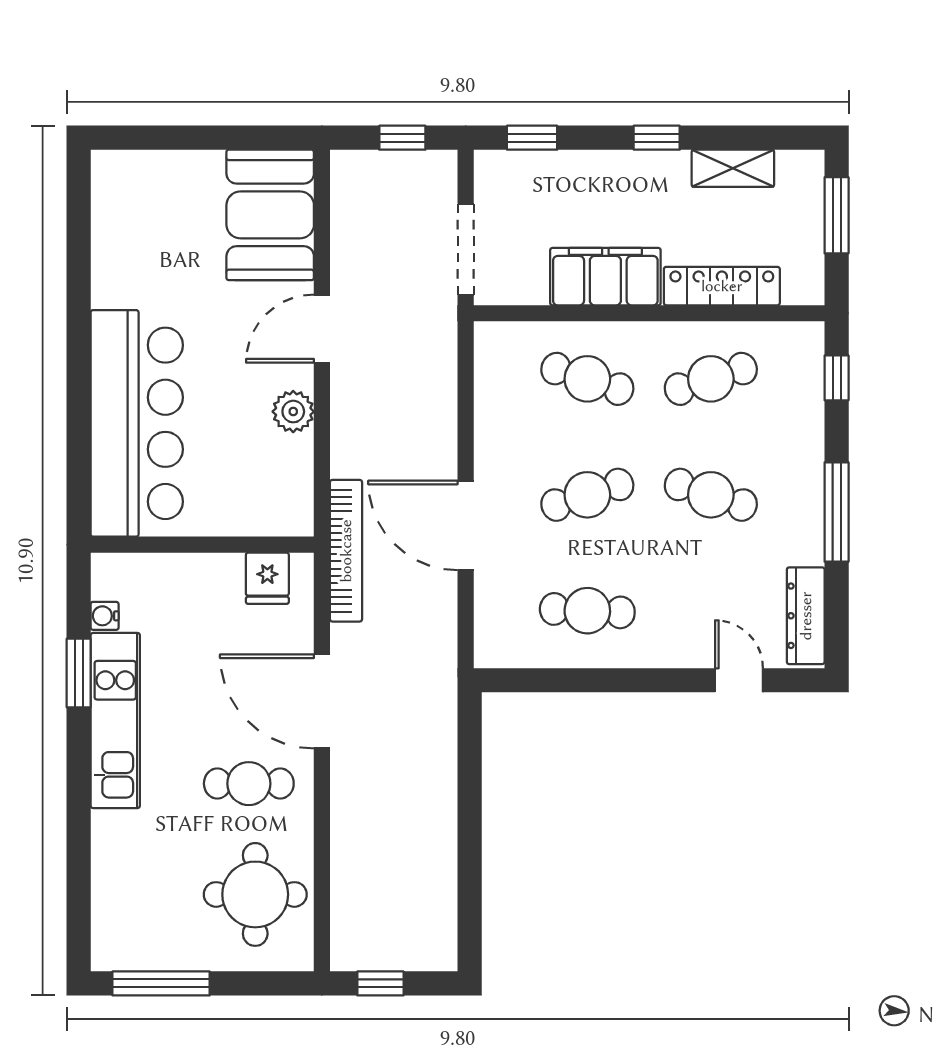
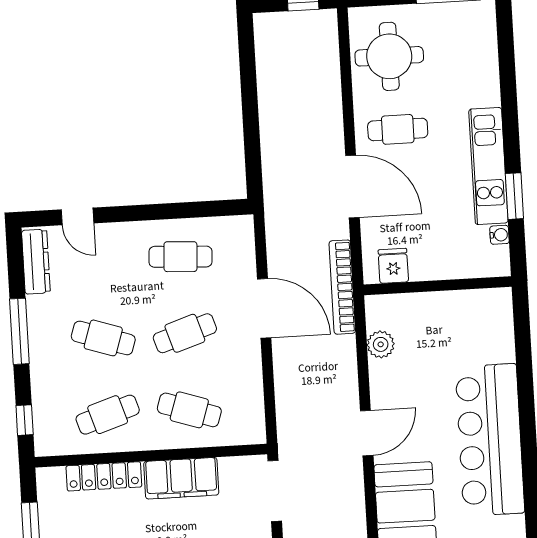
plant: (293, 412) -> (381, 344), moved
bar counter: (137, 423) -> (490, 440), moved

